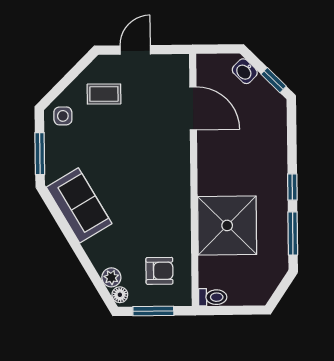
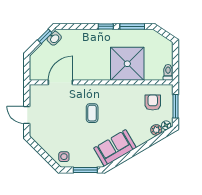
washbasin: (245, 71) -> (54, 38), moved
coffee table: (104, 94) -> (92, 113), moved

